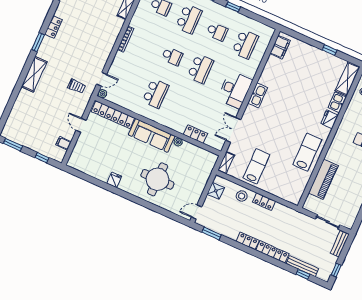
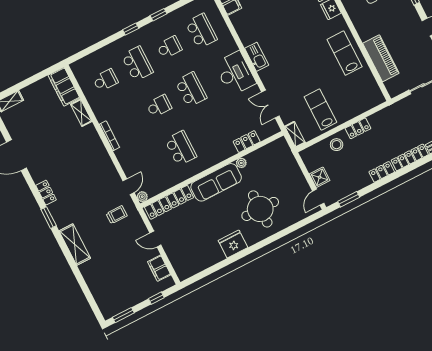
filing cabinet: (64, 143) -> (159, 268), width x2.00
fridge: (114, 180) -> (233, 244), width x1.88, depth x1.34
shower: (216, 191) -> (320, 177), moved

